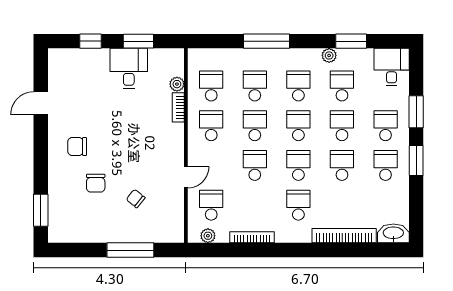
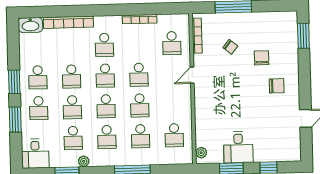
plant: (177, 84) -> (201, 153), moved
bookcase: (178, 107) -> (197, 36), moved, width x1.56
school desk: (211, 126) -> (173, 105), removed
door: (186, 177) -> (192, 75), moved
plant: (208, 236) -> (174, 19), removed

